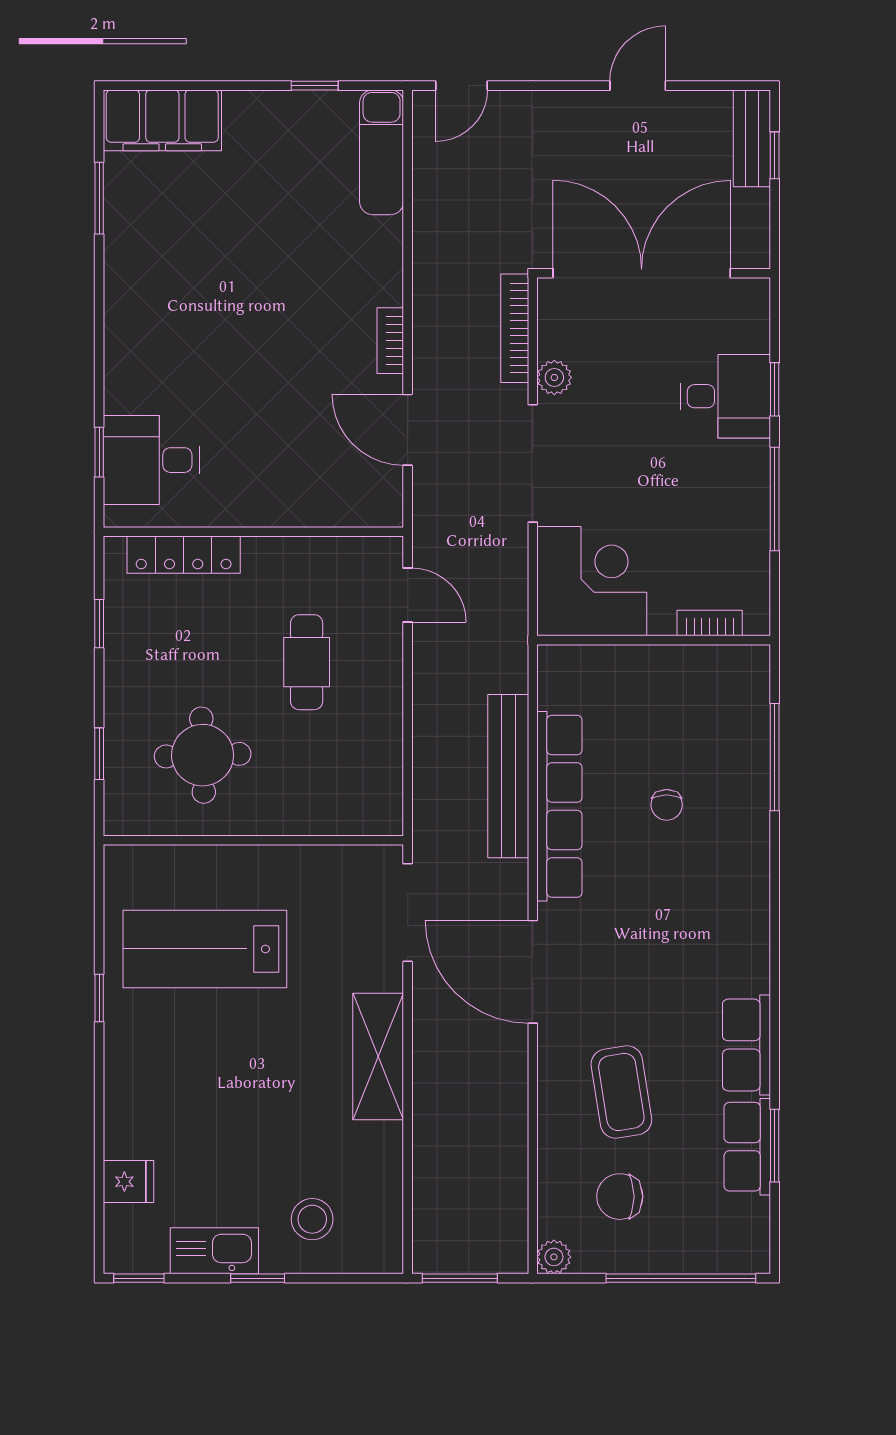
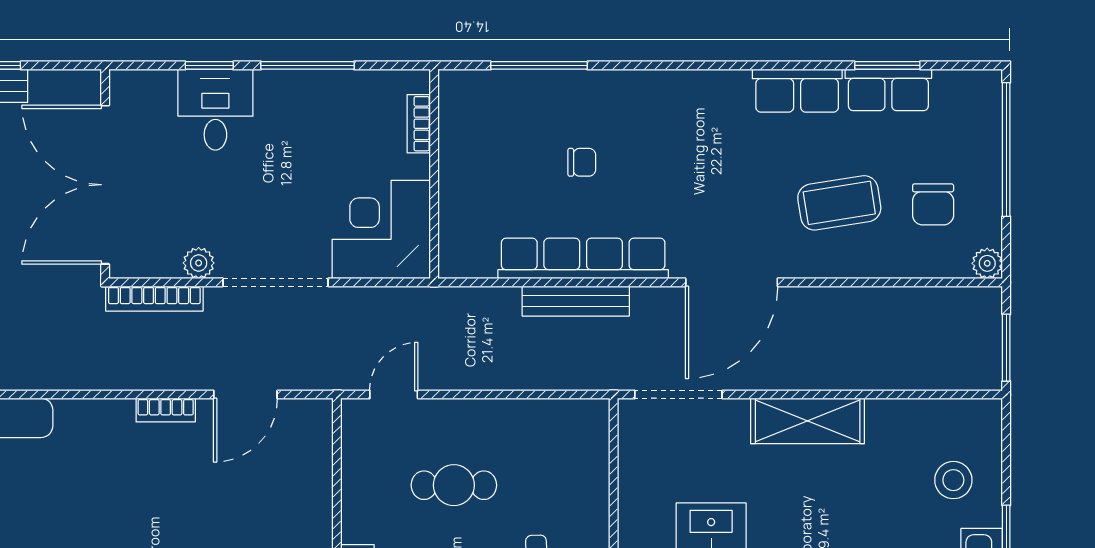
bench: (508, 776) -> (576, 301), width x0.73, depth x0.82

